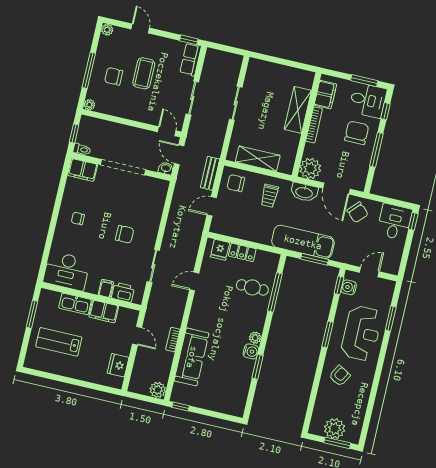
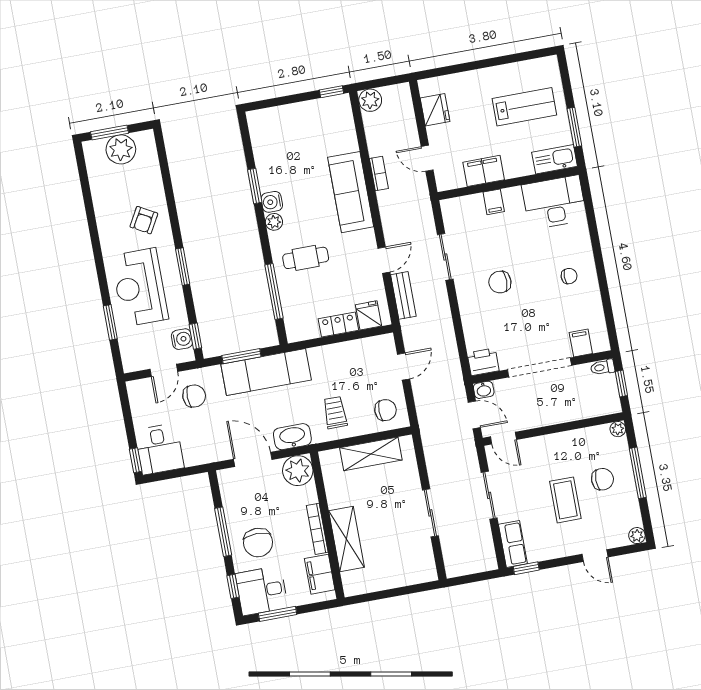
filing cabinet: (83, 170) -> (581, 343), width x0.50
bench: (210, 173) -> (403, 295), moved
chair: (358, 212) -> (194, 396), moved, turned 137
cafe table: (252, 287) -> (306, 258), moved
printer: (123, 292) -> (483, 362), moved, turned 180
kitchen sink: (75, 304) -> (555, 159), moved
sofa: (192, 357) -> (351, 192), moved

